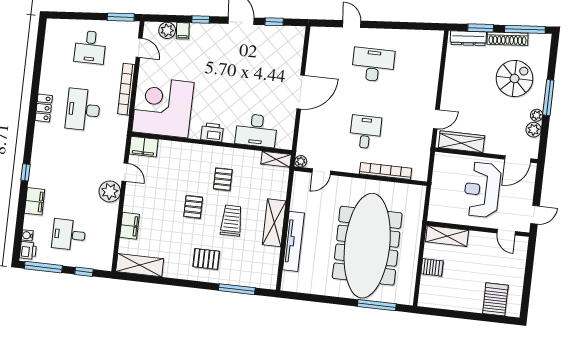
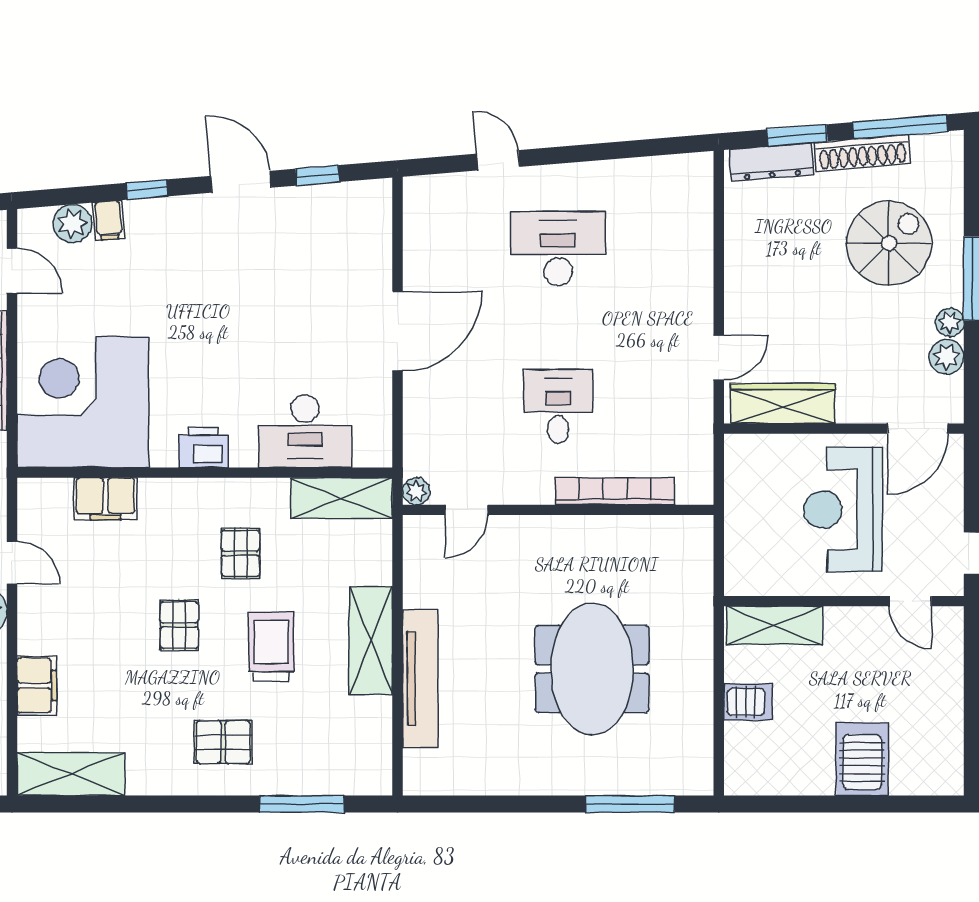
filing cabinet: (144, 147) -> (105, 499), moved
shelving: (276, 159) -> (342, 498), width x1.50, depth x1.33
meeting table: (367, 246) -> (592, 669), width x0.54, depth x0.79
server rack: (495, 299) -> (862, 759), moved

